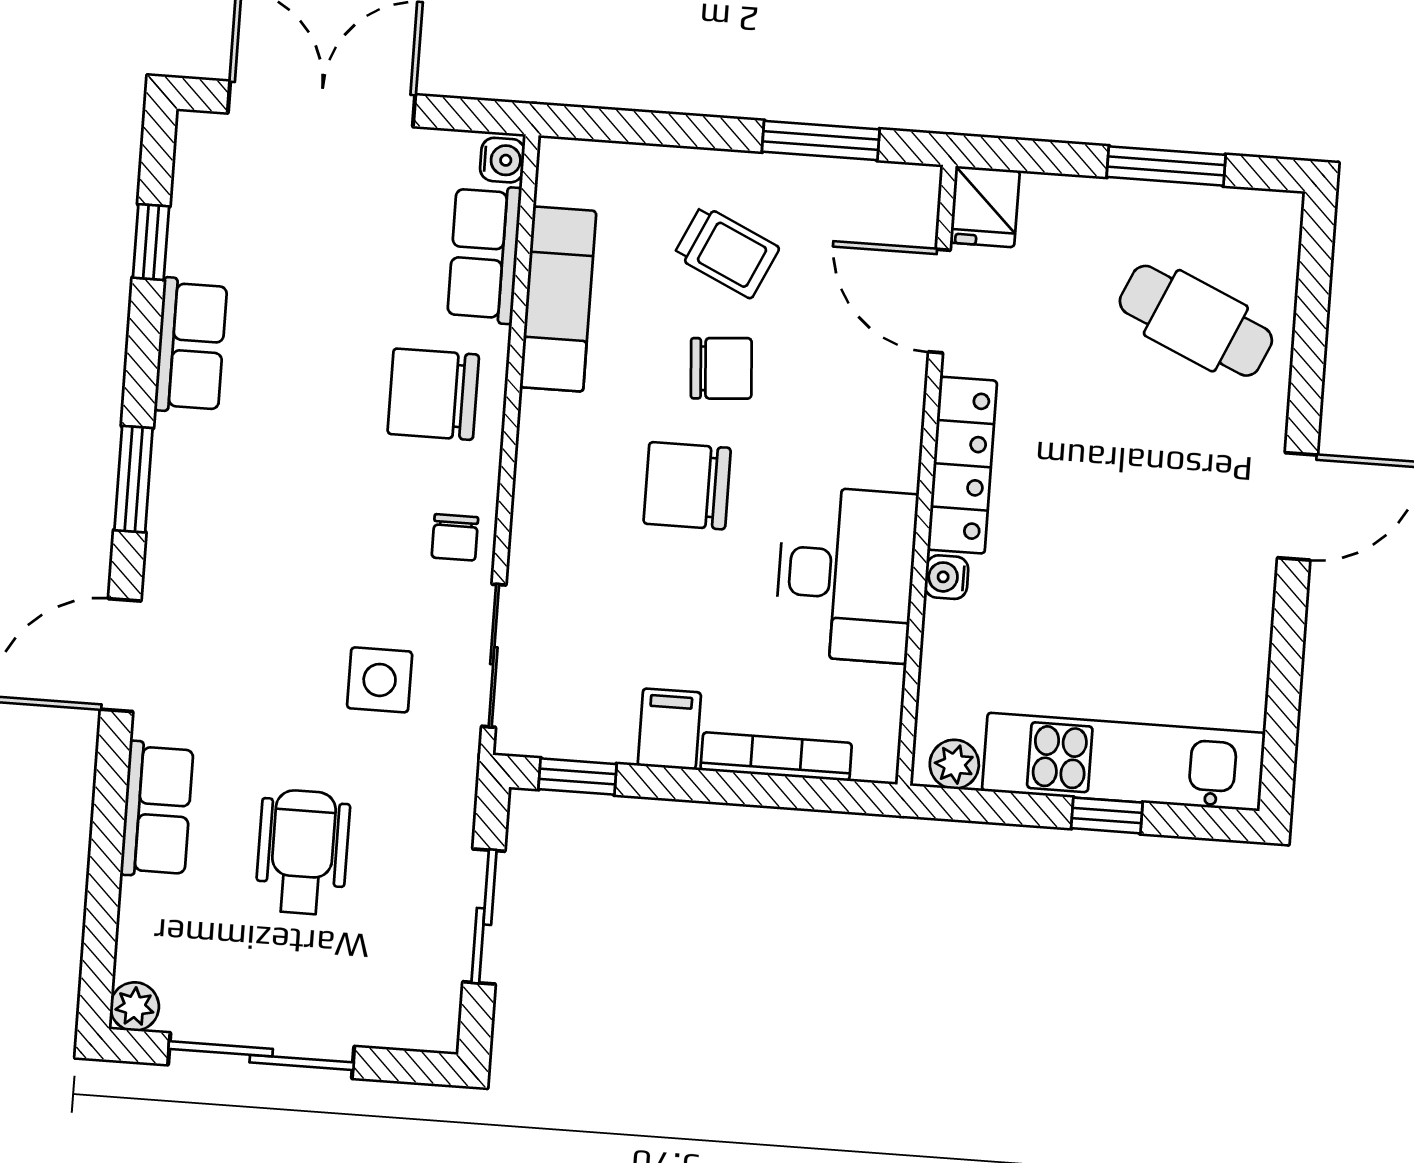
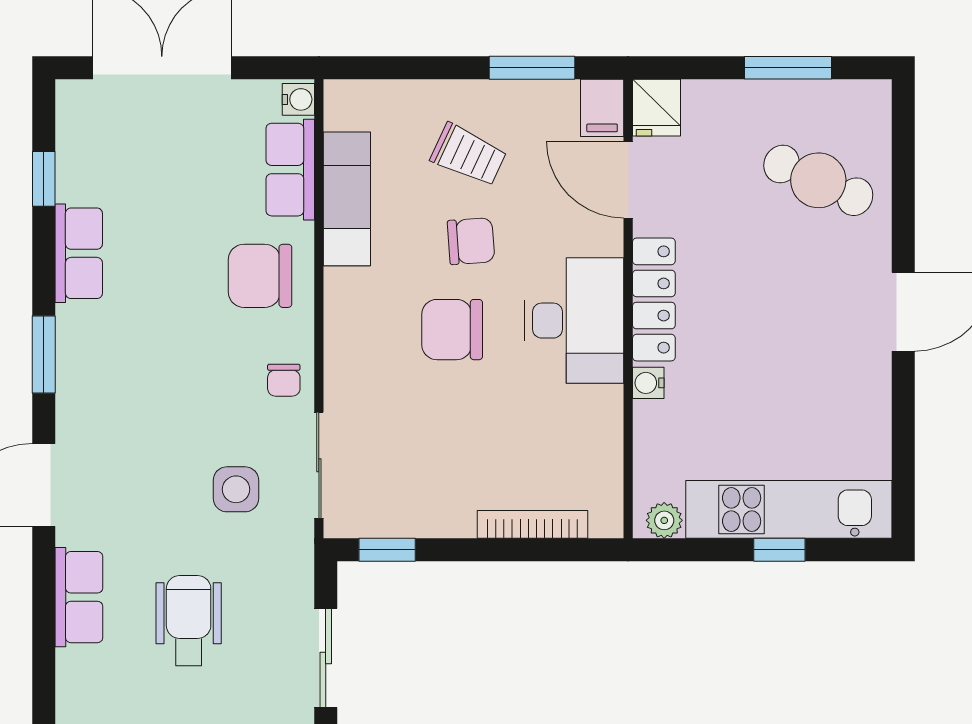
desk: (846, 574) -> (574, 321), moved
filing cabinet: (669, 729) -> (602, 108), moved, turned 180

